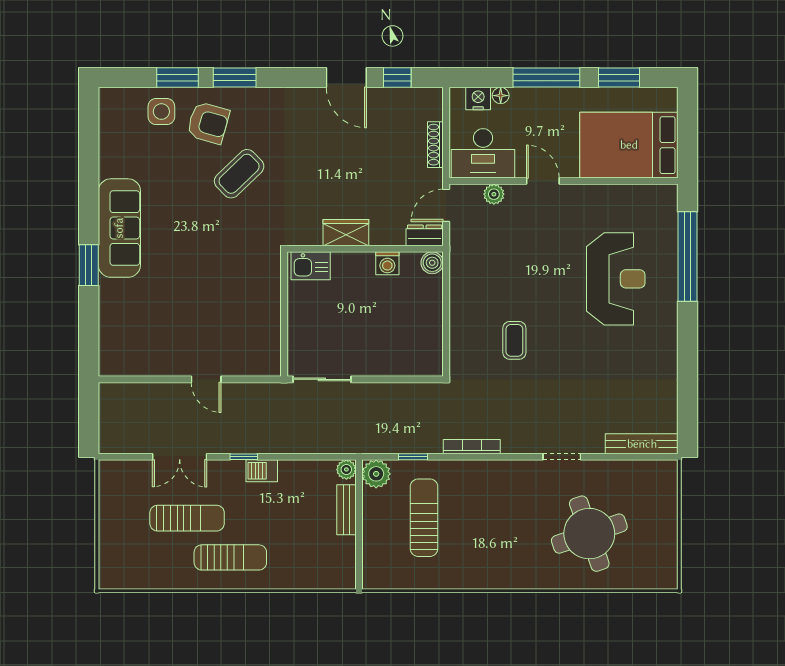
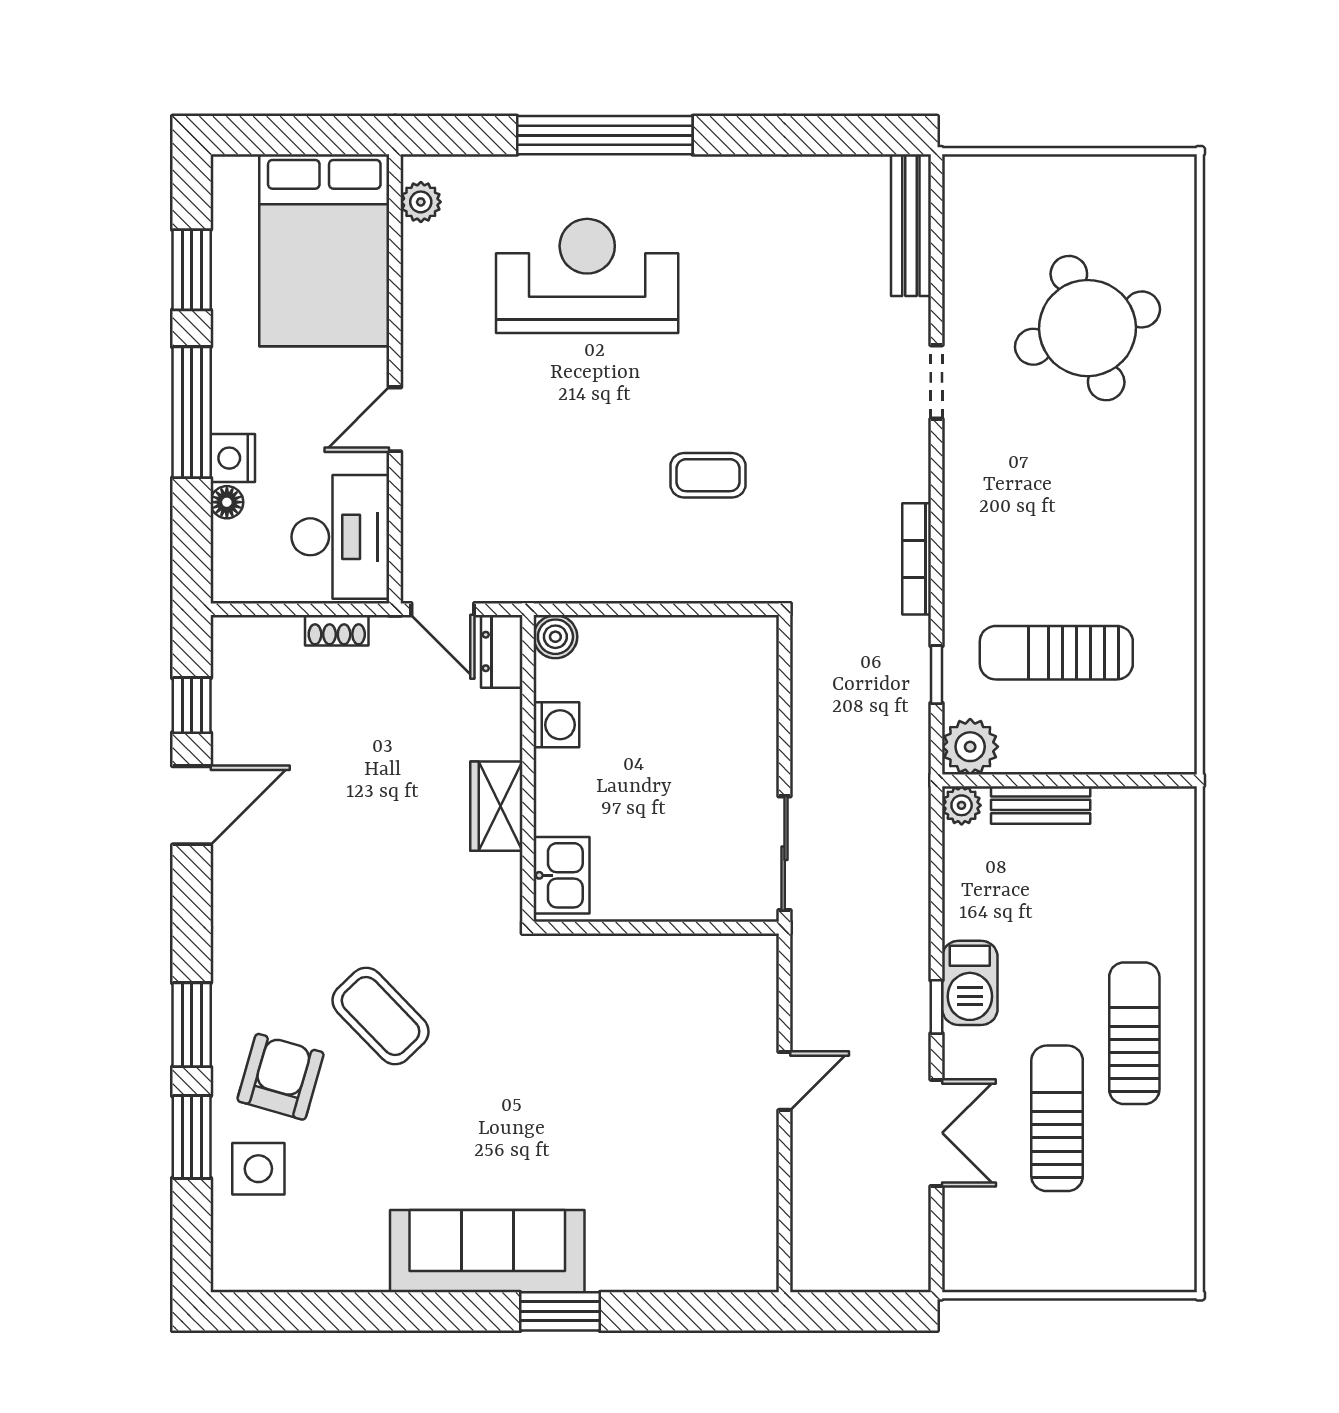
nightstand: (478, 99) -> (233, 458), moved
shoe rack: (435, 145) -> (337, 630), width x0.70
plant: (494, 194) -> (421, 202), moved
window: (687, 257) -> (605, 135), moved
barbecue: (262, 471) -> (970, 983), width x1.38, depth x1.27

